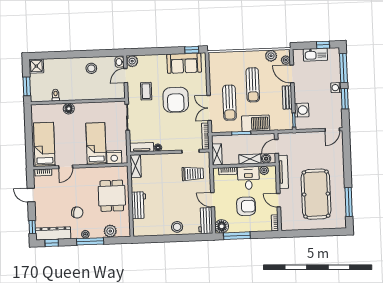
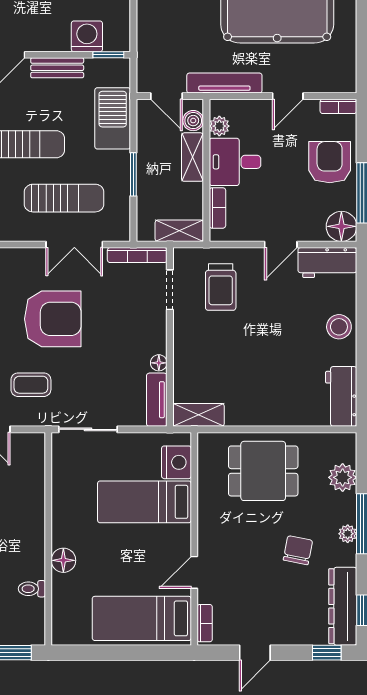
barbecue: (256, 123) -> (113, 118), moved
door: (66, 167) -> (194, 572), swing flipped
trolley: (193, 174) -> (221, 287), turned 180
workbench: (139, 205) -> (341, 396), moved, turned -90
armchair: (246, 206) -> (330, 162), moved

